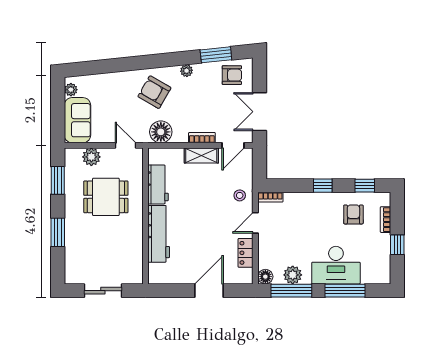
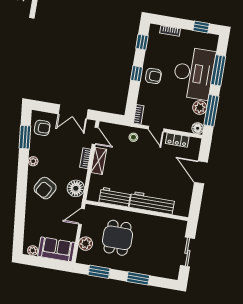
armchair: (232, 75) -> (42, 128), turned 90
armchair: (353, 214) -> (153, 76), moved, turned 180
window: (397, 245) -> (201, 27), moved
desk: (336, 265) -> (194, 73), width x1.36, depth x1.30

